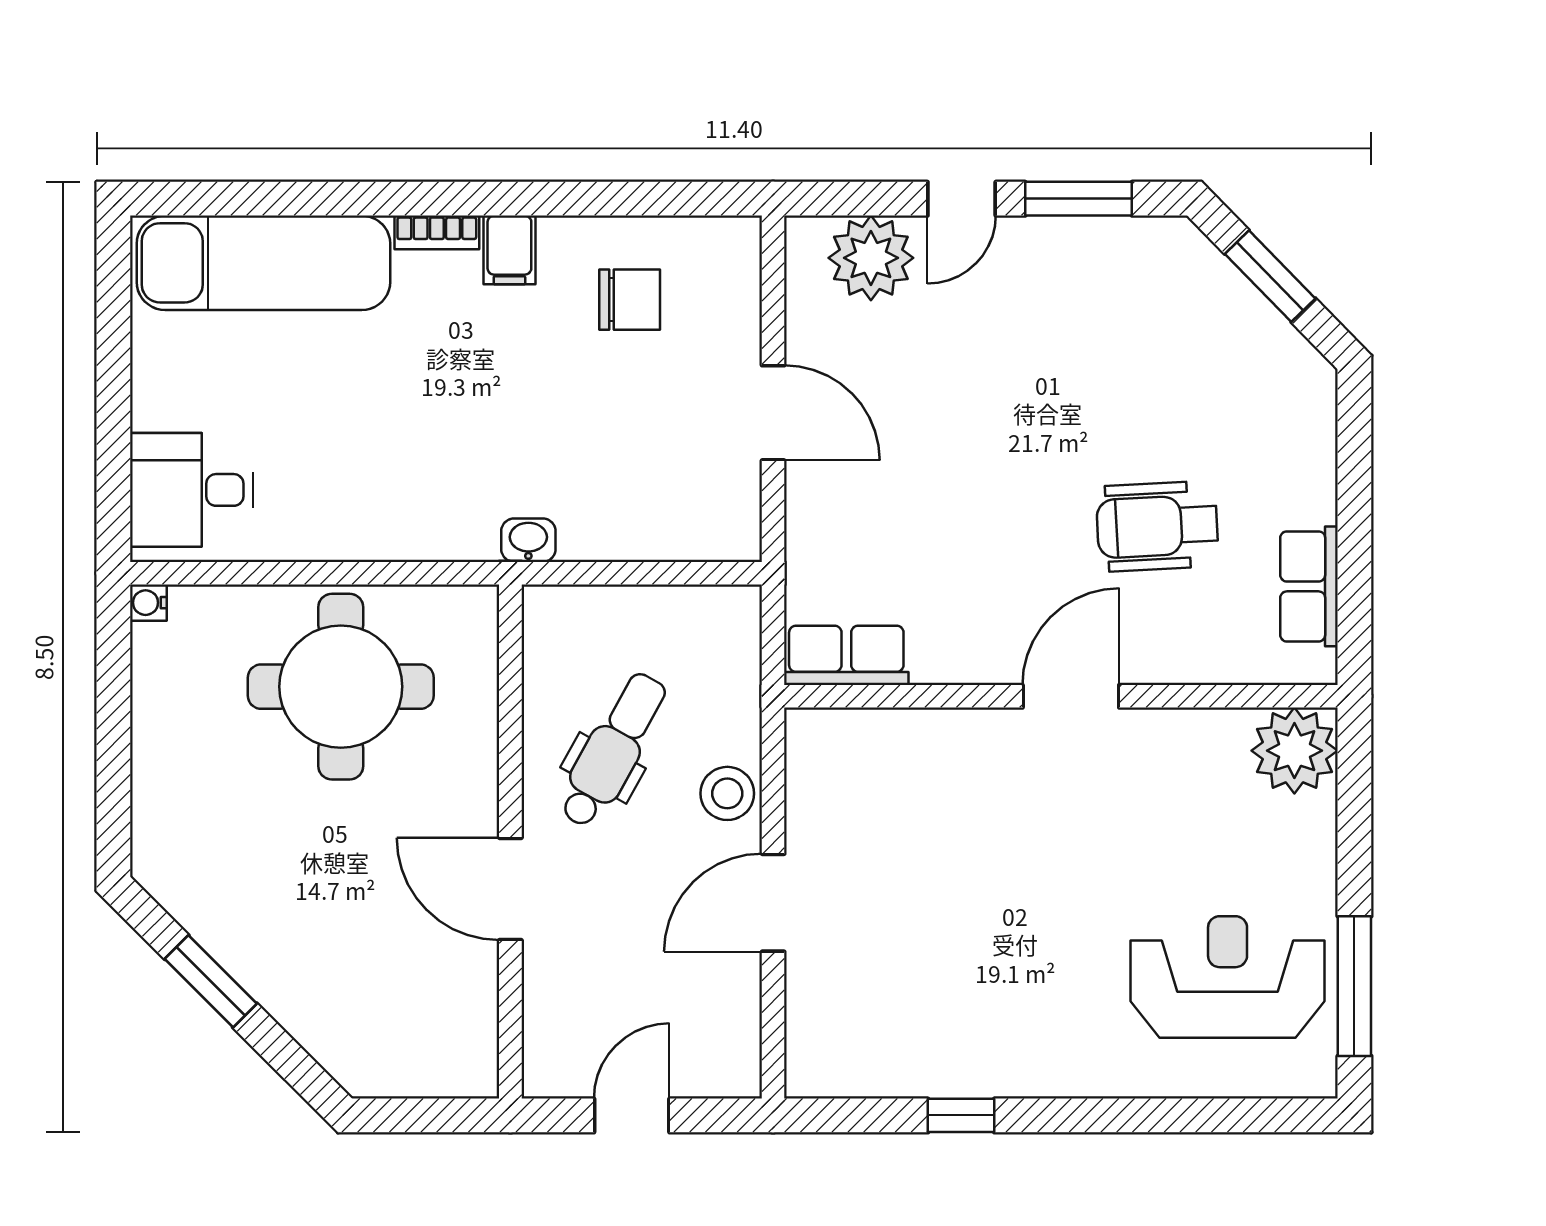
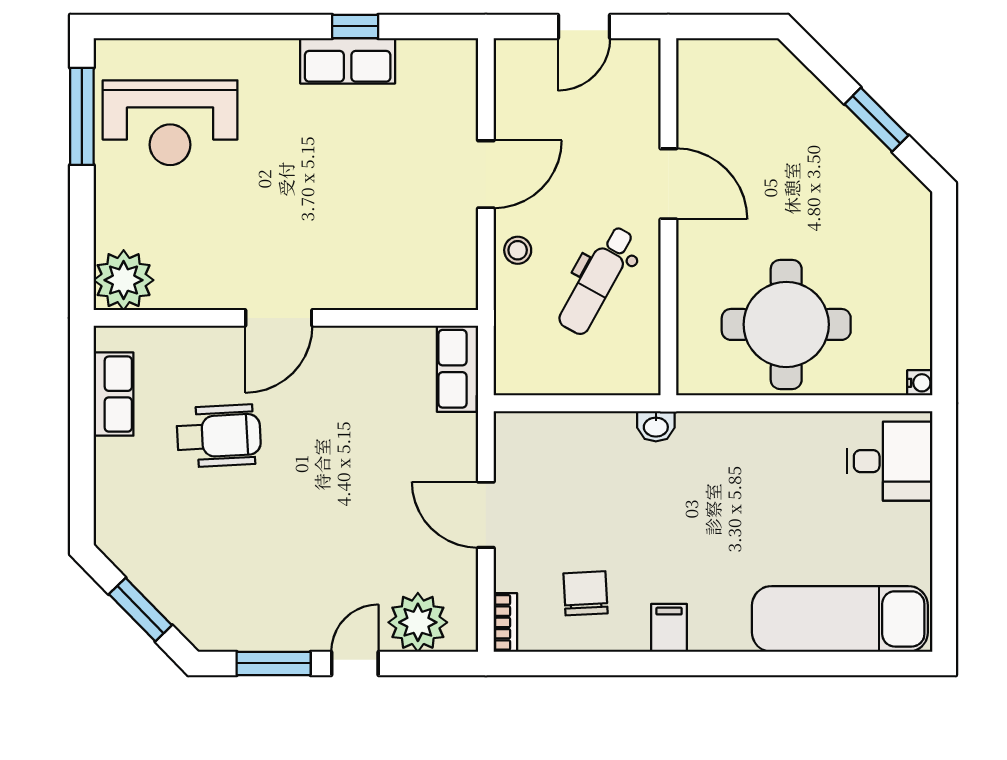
bookcase: (437, 232) -> (505, 622), moved, turned 90
chair: (630, 300) -> (585, 593), turned 87
row of seats: (846, 655) -> (457, 369), moved, turned 90
stool: (727, 793) -> (518, 250), width x0.73, depth x0.73
row of seats: (972, 1066) -> (348, 61), added

